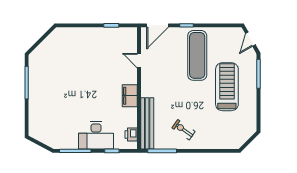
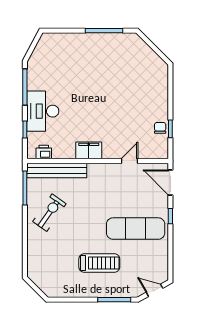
chair: (110, 34) -> (160, 128), added
treadmill: (227, 87) -> (99, 263), width x0.73, depth x0.73
exercise bike: (183, 130) -> (49, 213), width x1.38, depth x1.39

